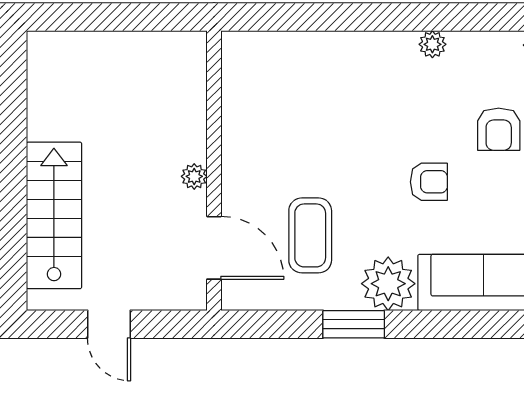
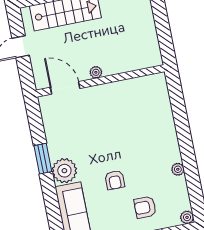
coffee table: (310, 235) -> (79, 131), removed
door: (214, 248) -> (65, 88), swing flipped

